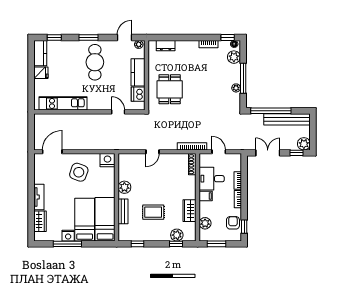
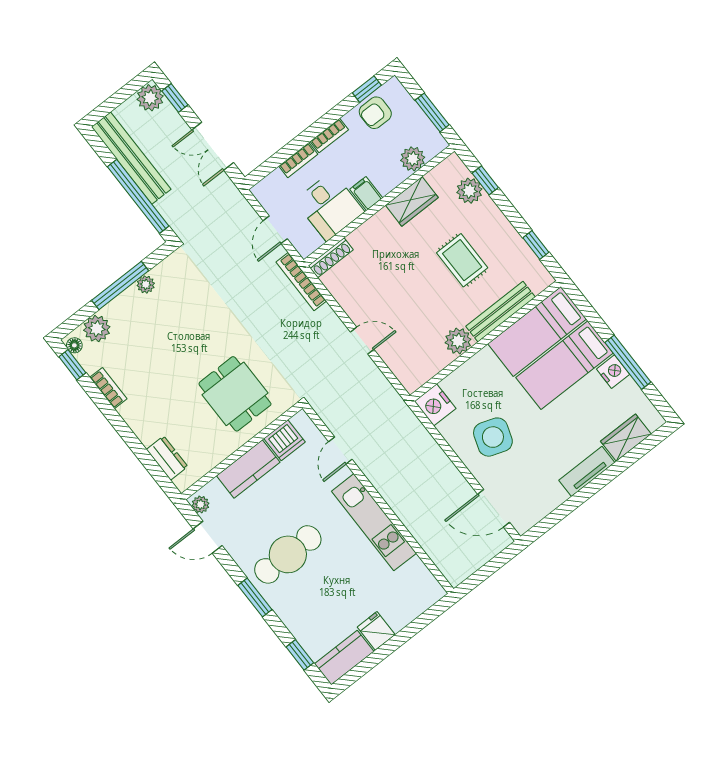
dining table: (170, 89) -> (235, 394), turned 90
kitchen unit: (63, 103) -> (374, 522), moved
bench: (123, 211) -> (501, 312), width x1.36

